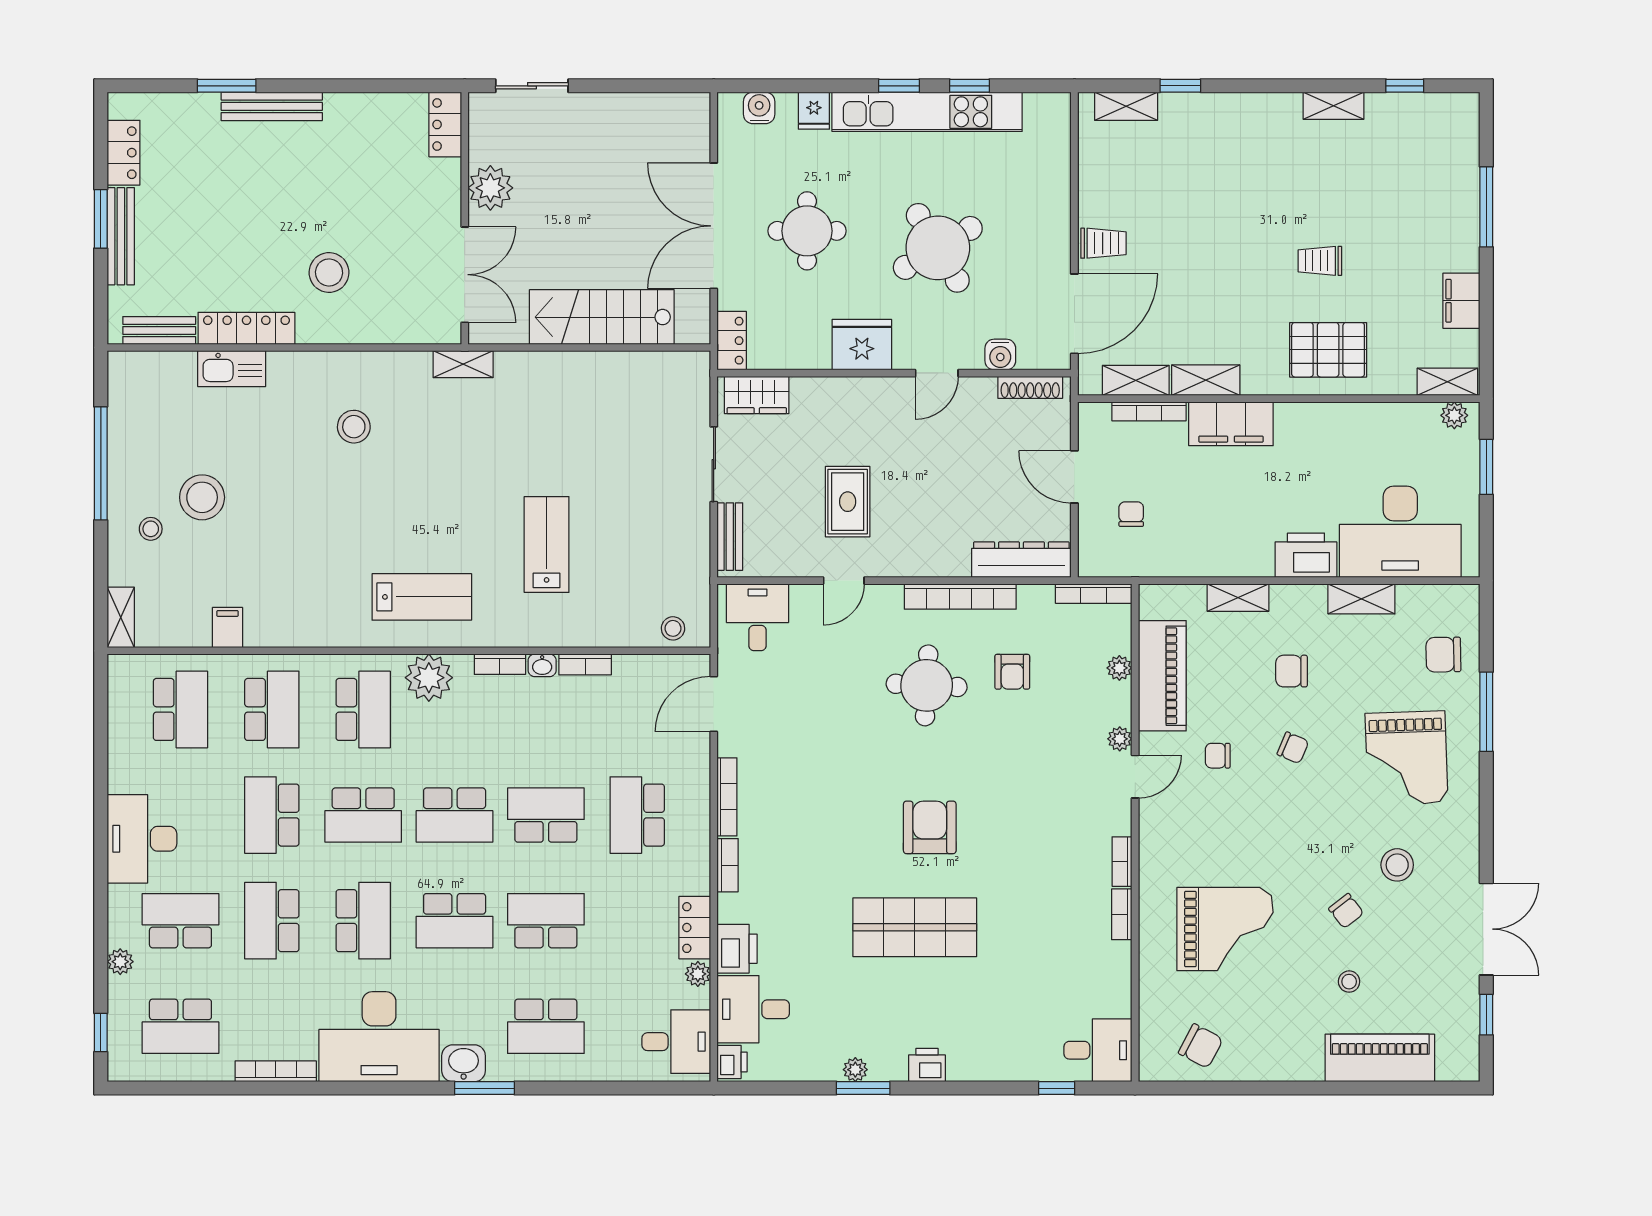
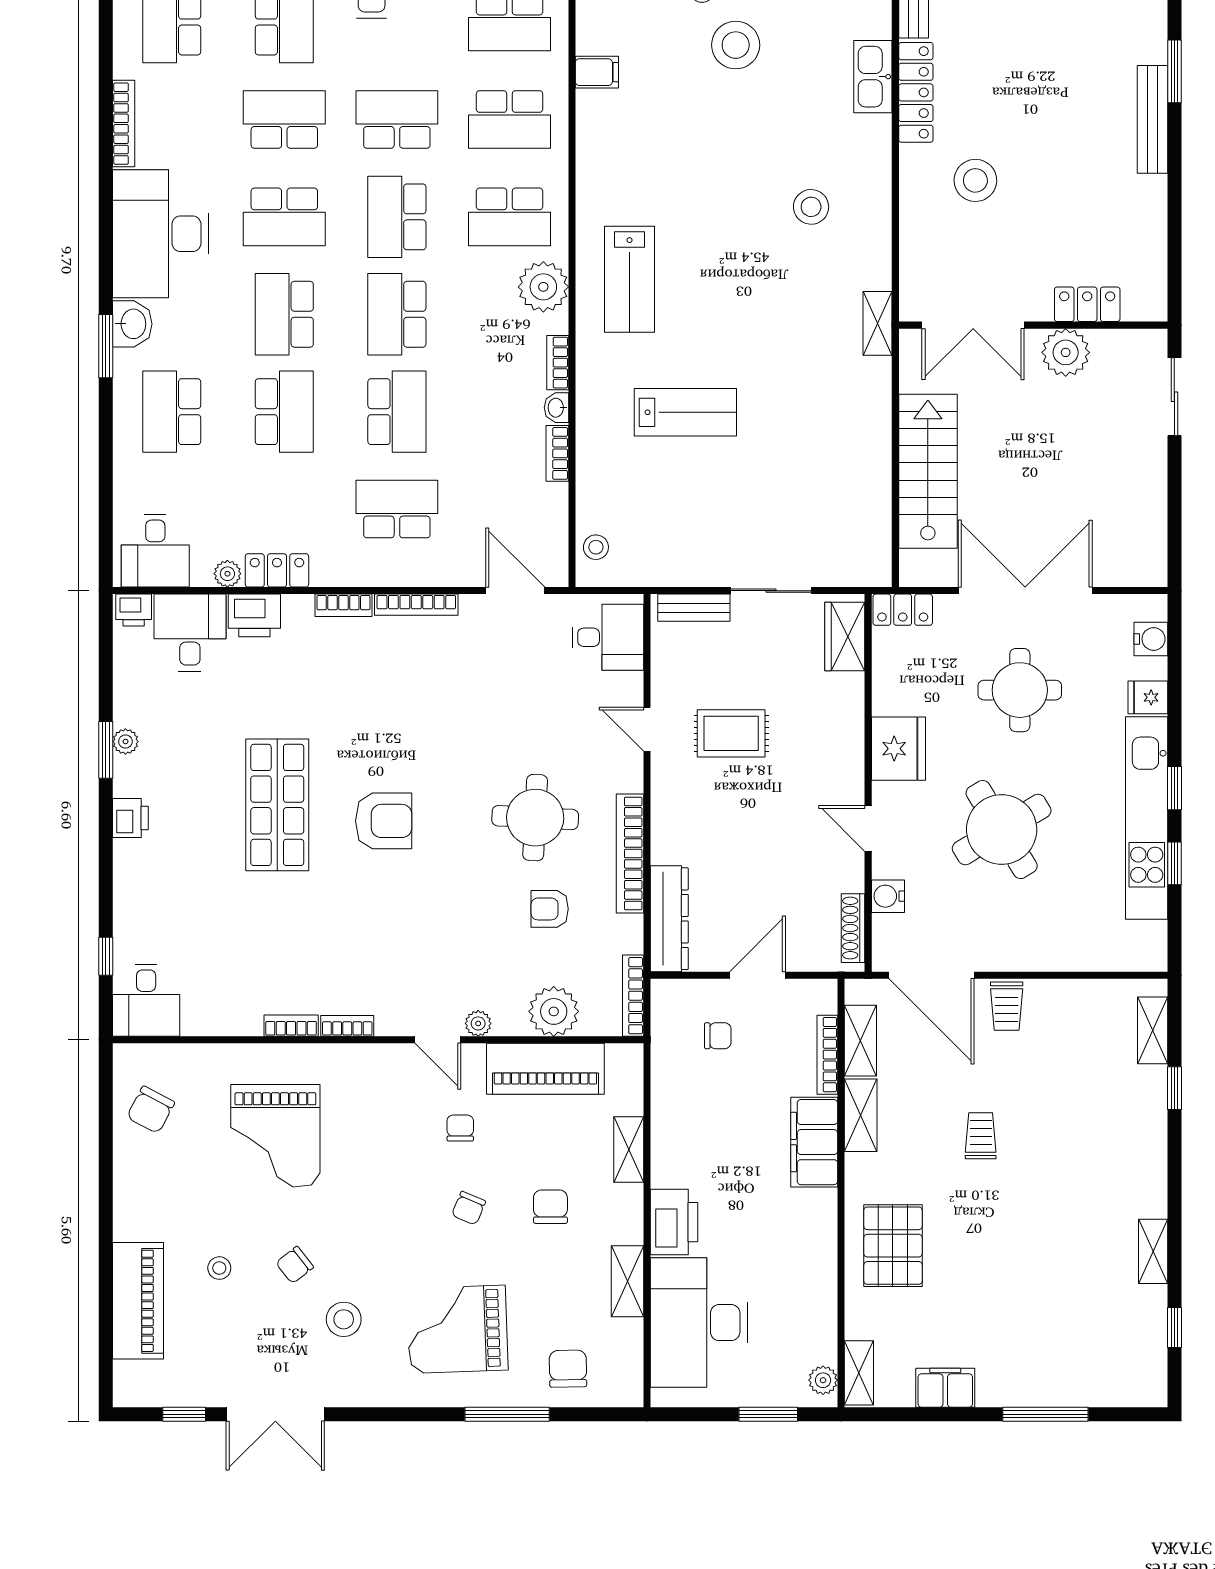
locker: (445, 124) -> (1087, 304), moved
trolley: (1320, 261) -> (981, 1136), moved
plant: (1119, 668) -> (554, 1011), width x1.88, depth x1.88

